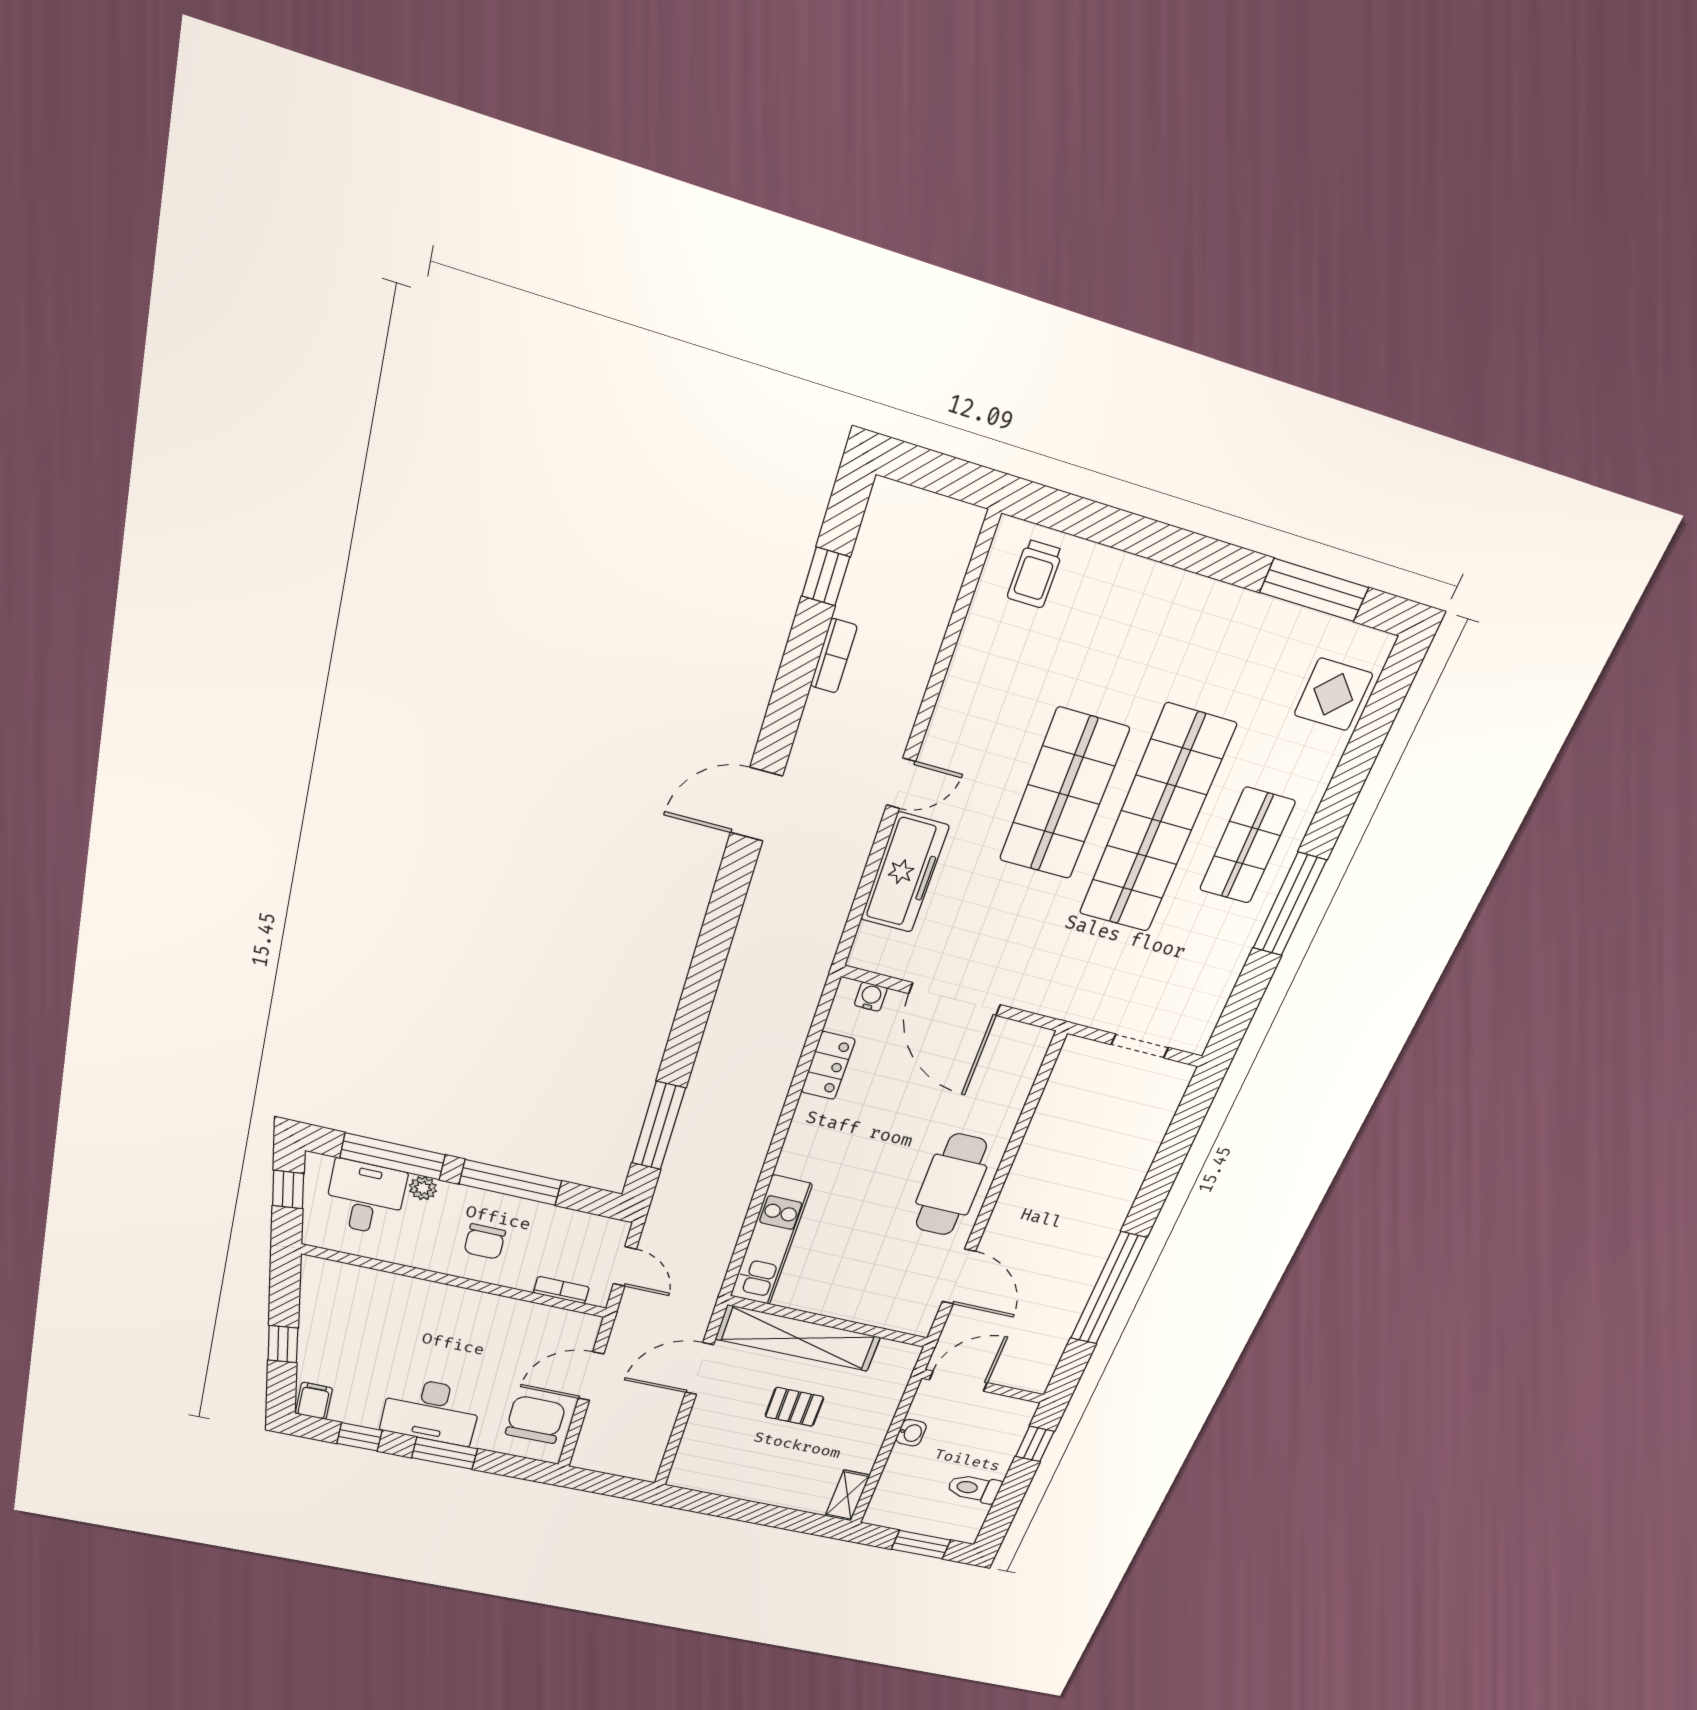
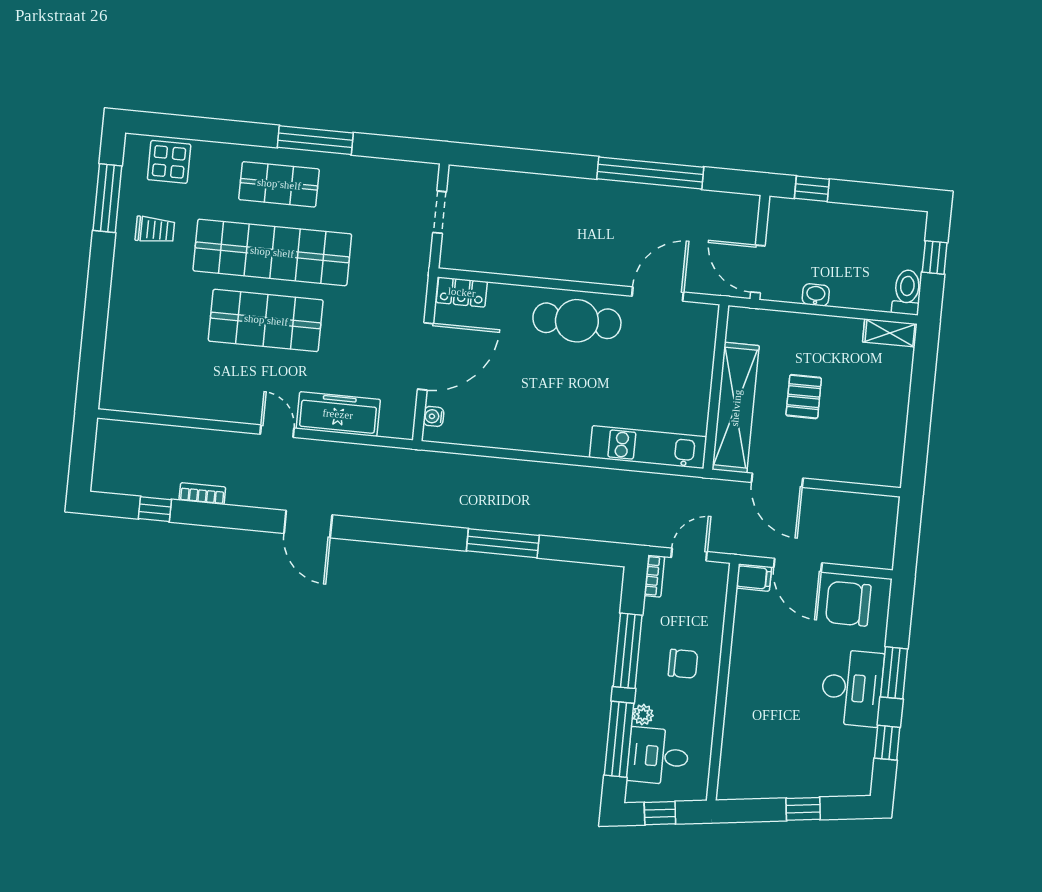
trolley: (1035, 574) -> (155, 230), moved
locker: (828, 1066) -> (462, 292), moved, turned 180
window: (658, 1126) -> (503, 543), moved
bookcase: (561, 1290) -> (654, 576), moved, turned 180
filing cabinet: (314, 1401) -> (754, 578), moved, turned 180
toilet: (974, 1488) -> (907, 292), moved, turned 180
window: (921, 1545) -> (935, 257), width x0.67

